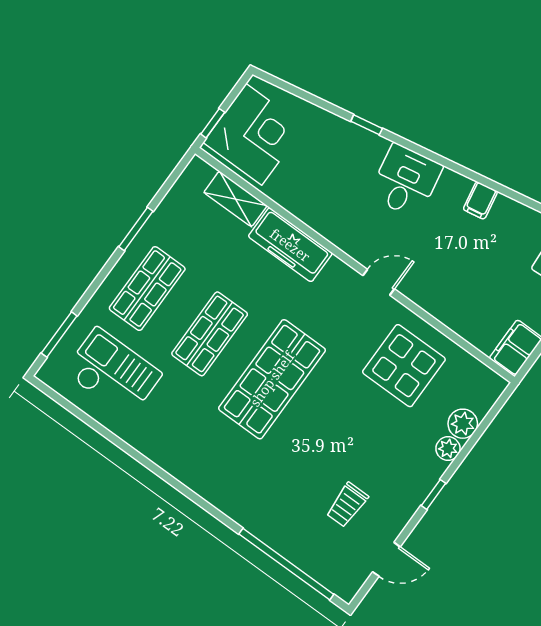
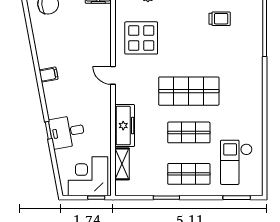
desk: (406, 181) -> (67, 132), moved
filing cabinet: (480, 200) -> (49, 75), moved

